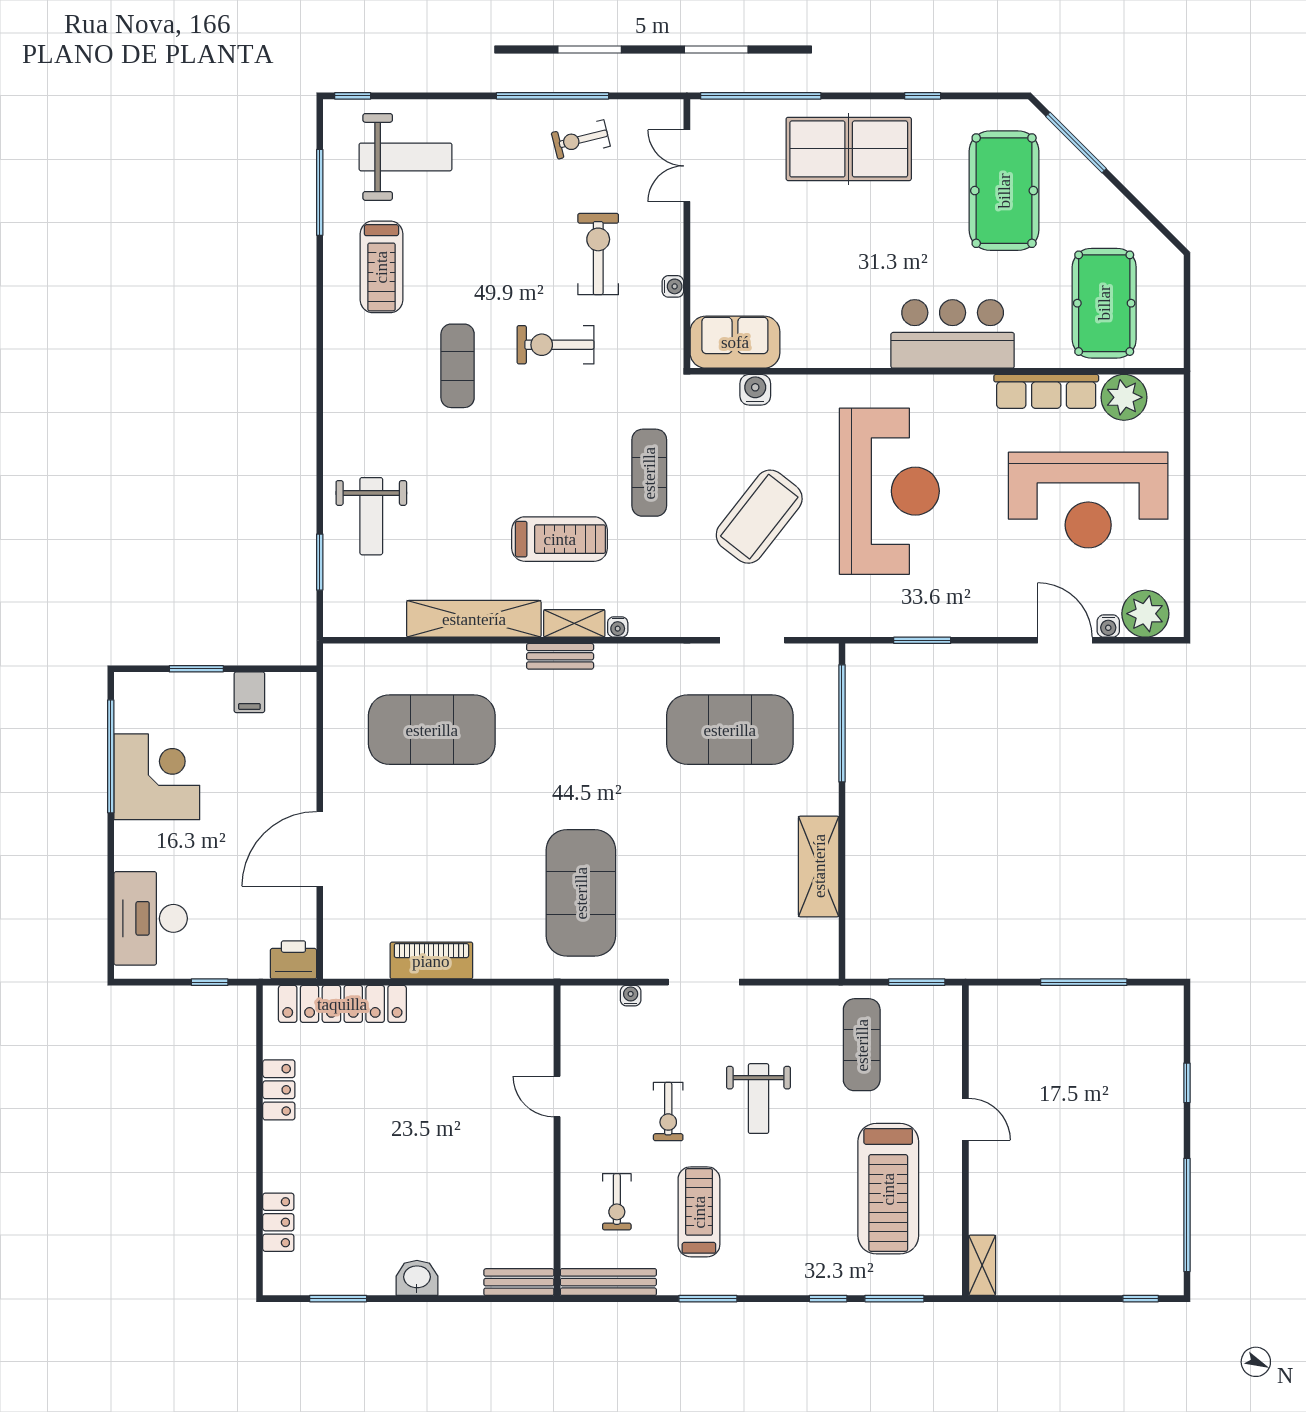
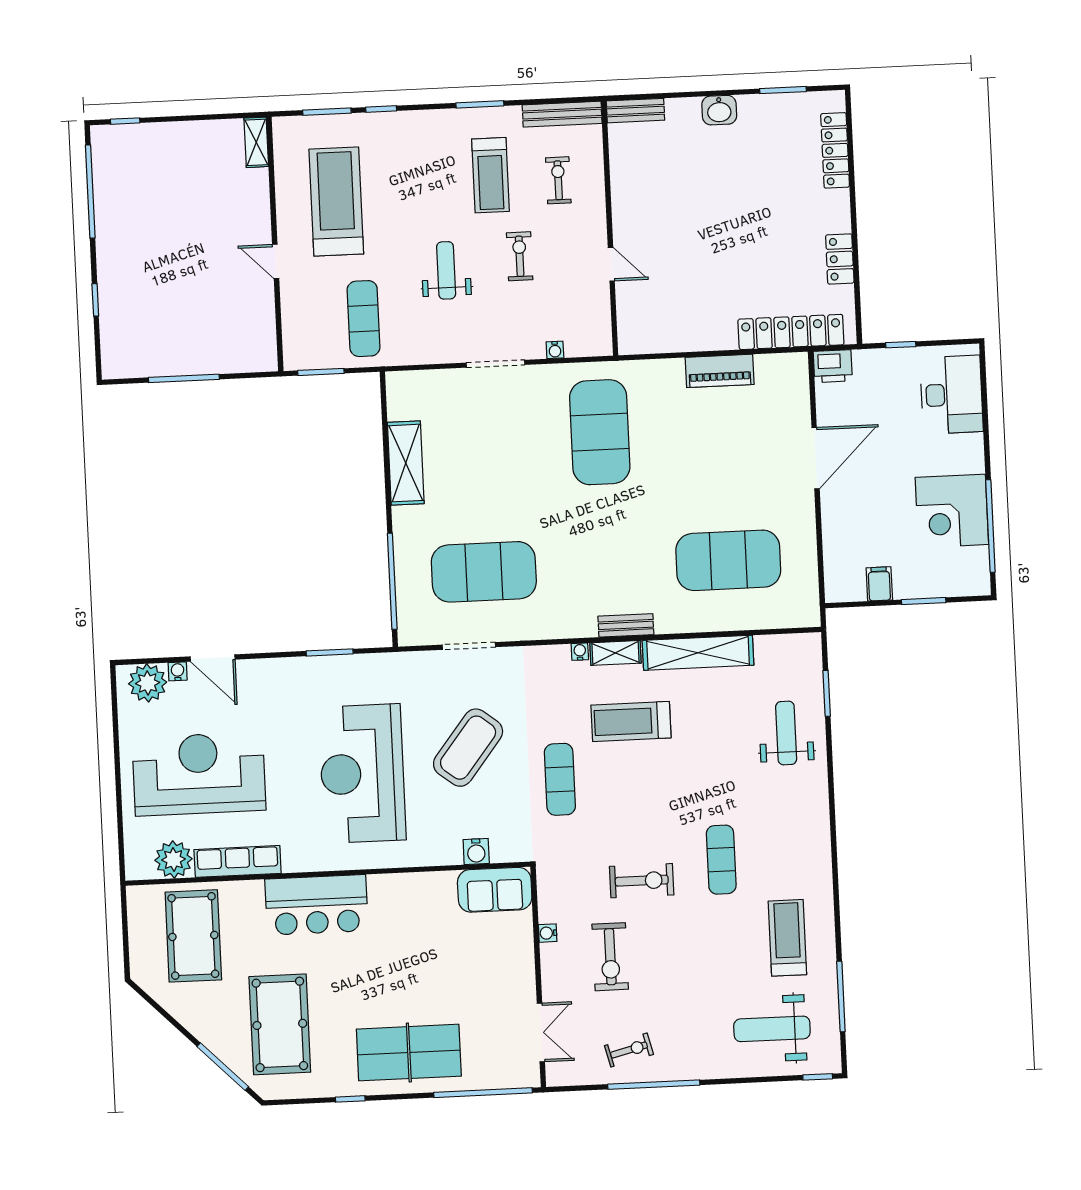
locker: (278, 1222) -> (835, 150), width x1.53

